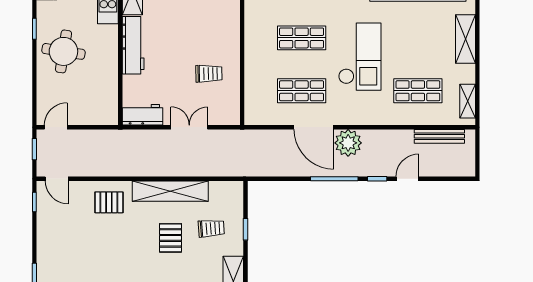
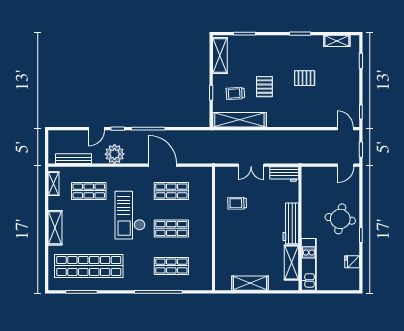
plant: (348, 143) -> (115, 154), moved
shelving: (170, 191) -> (239, 120), moved
pallet: (109, 202) -> (305, 78), moved

